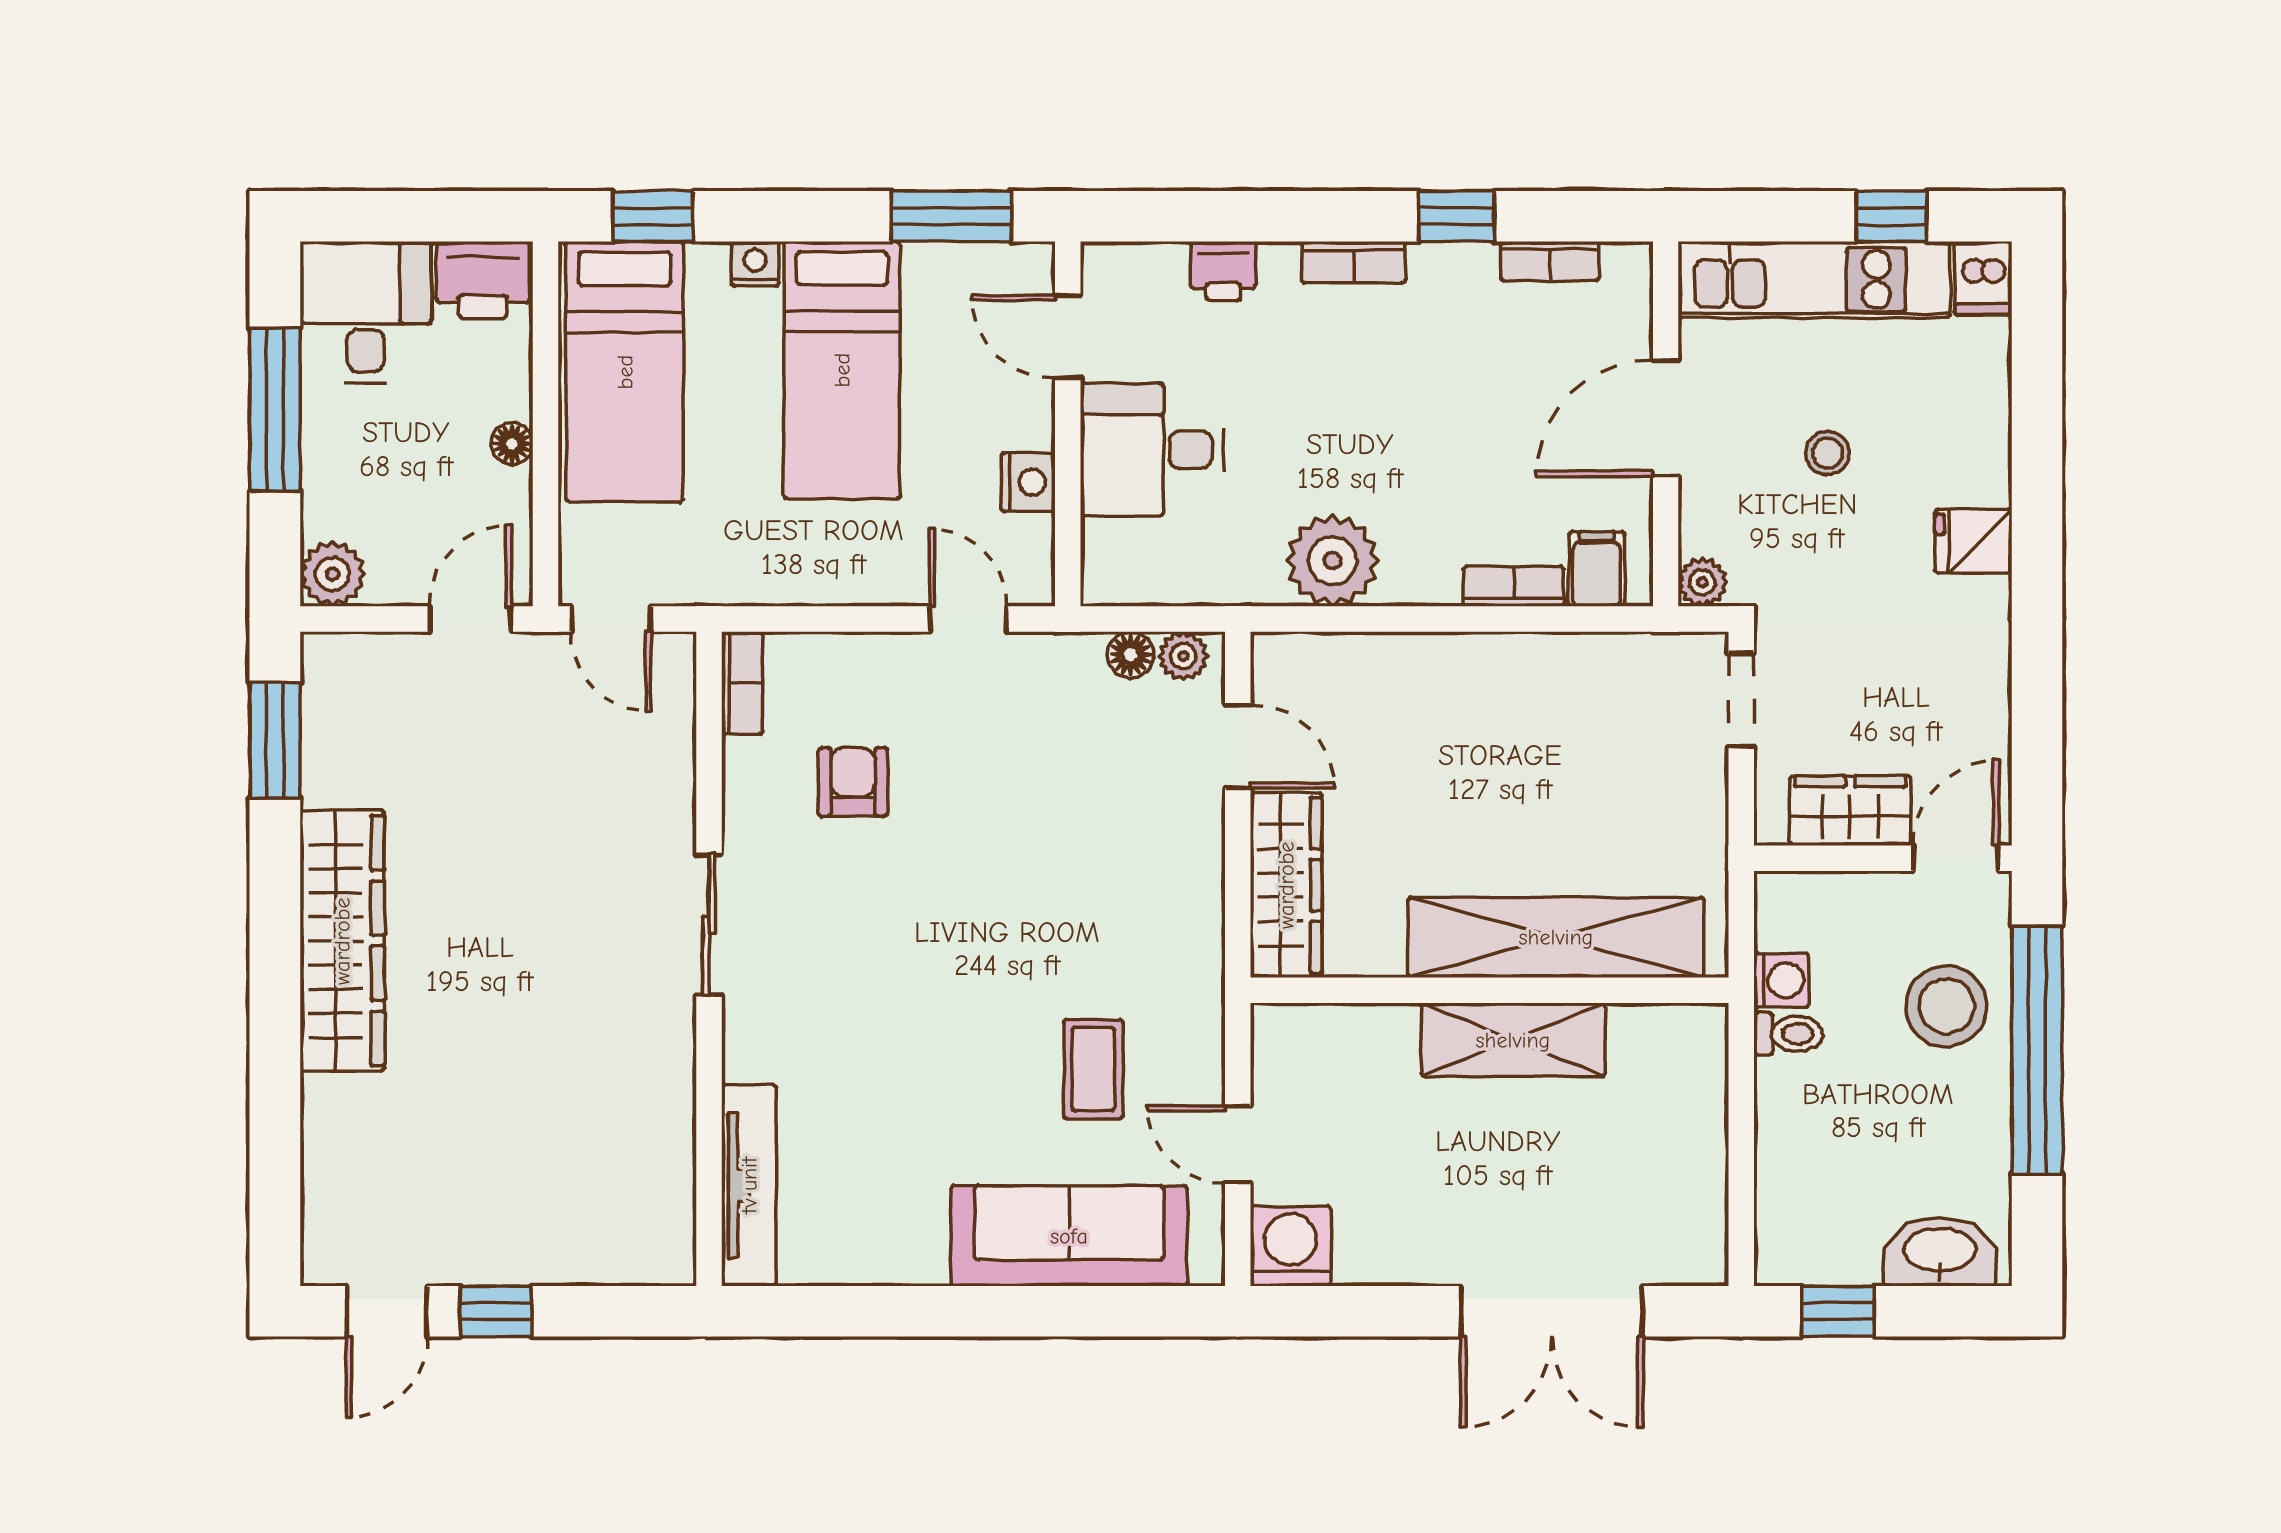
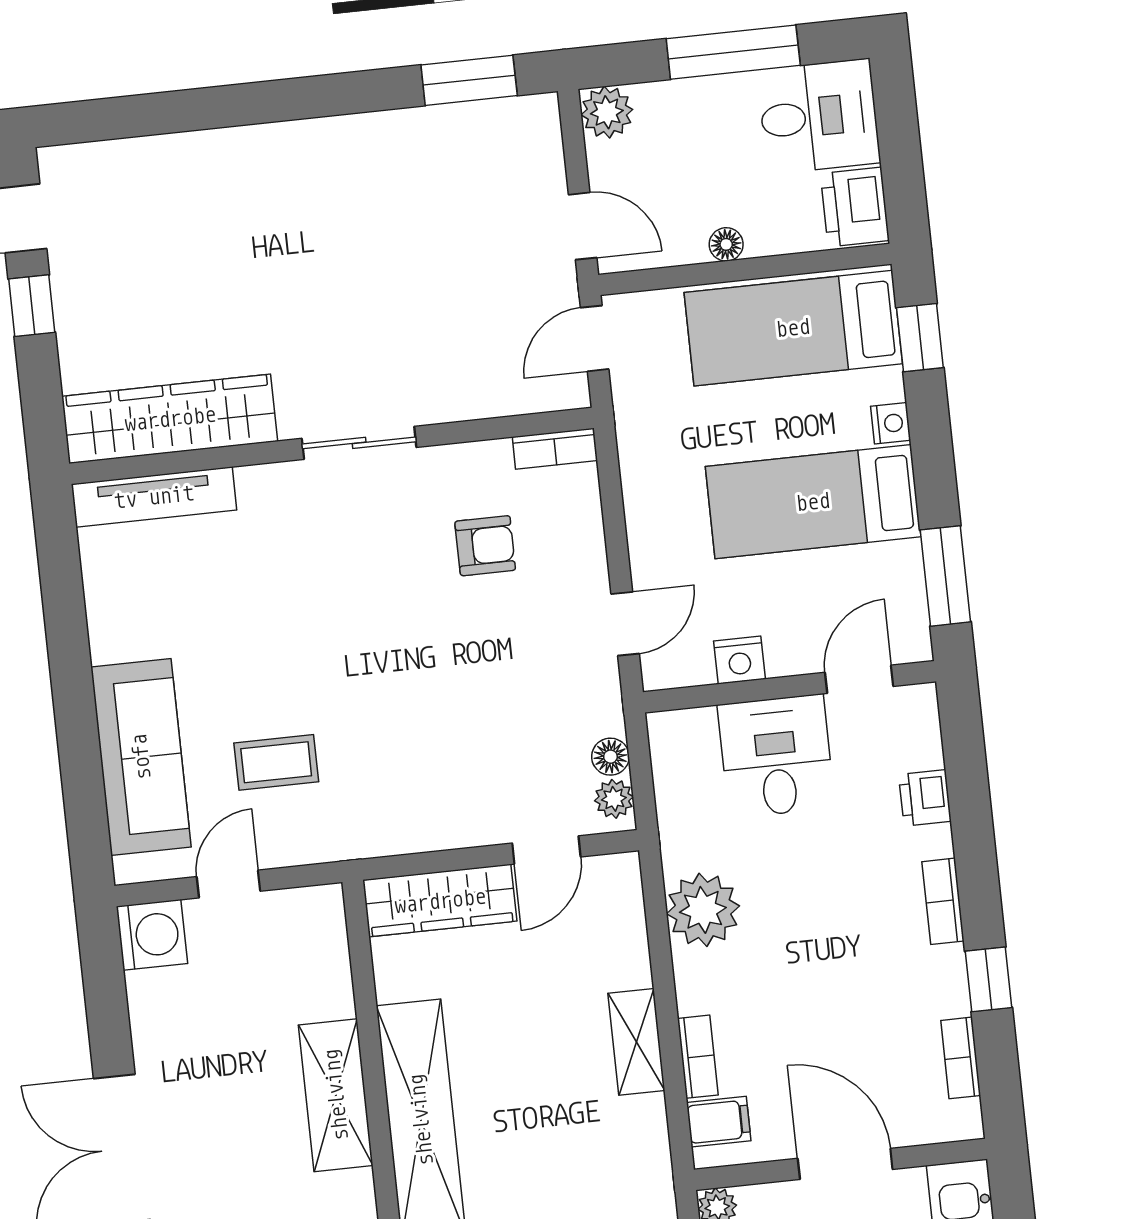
shelving: (1487, 660) -> (636, 1042), added
wardrobe: (342, 941) -> (170, 419), moved, turned 180

